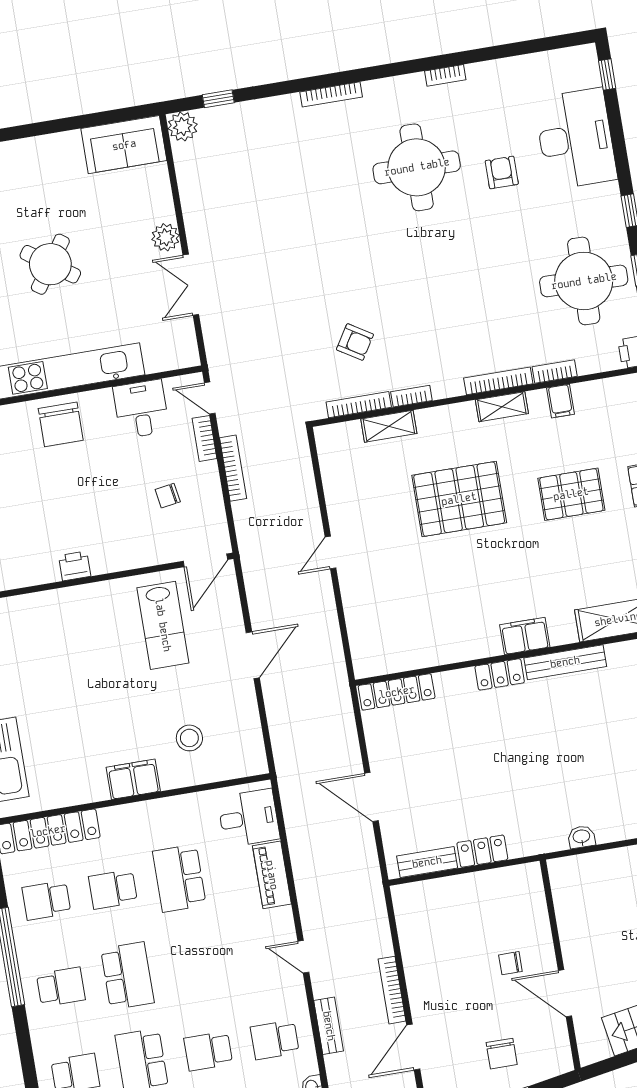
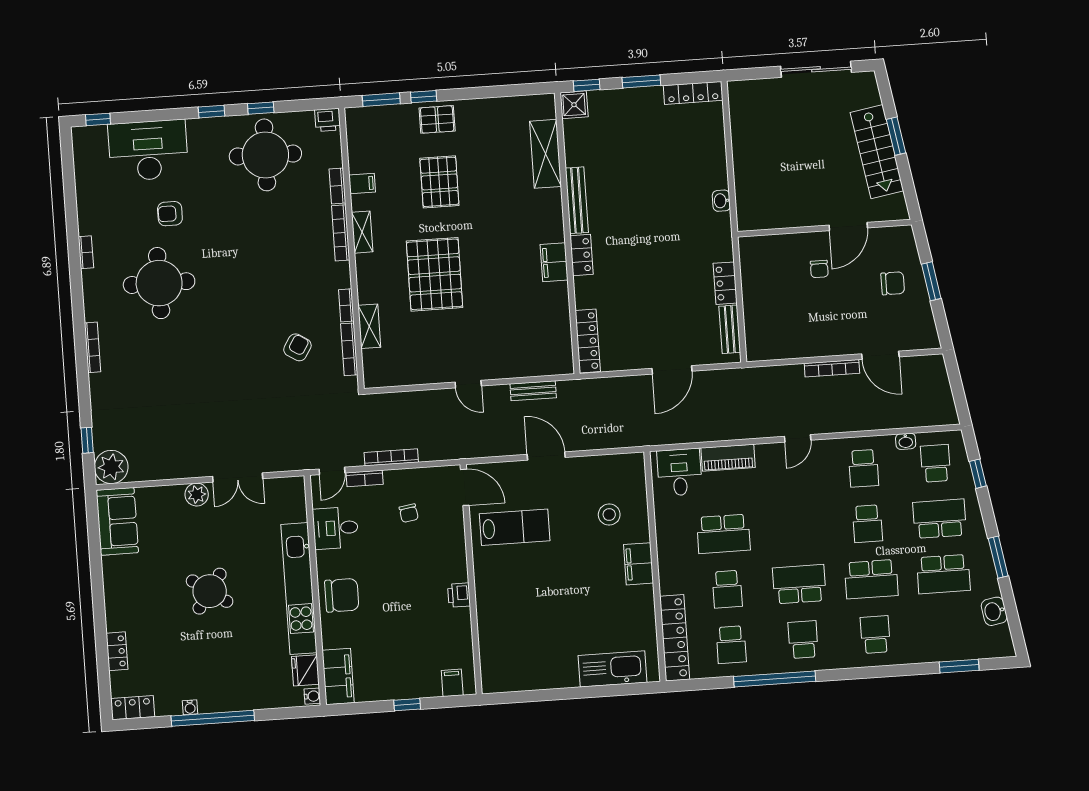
plant: (183, 126) -> (111, 467), width x1.36, depth x1.36
filing cabinet: (525, 636) -> (554, 262), moved
bench: (329, 1026) -> (533, 391), moved

